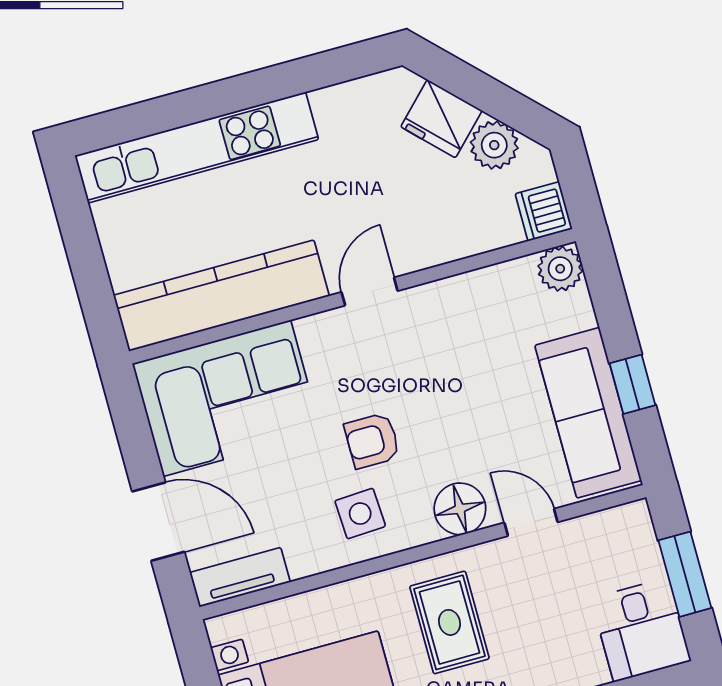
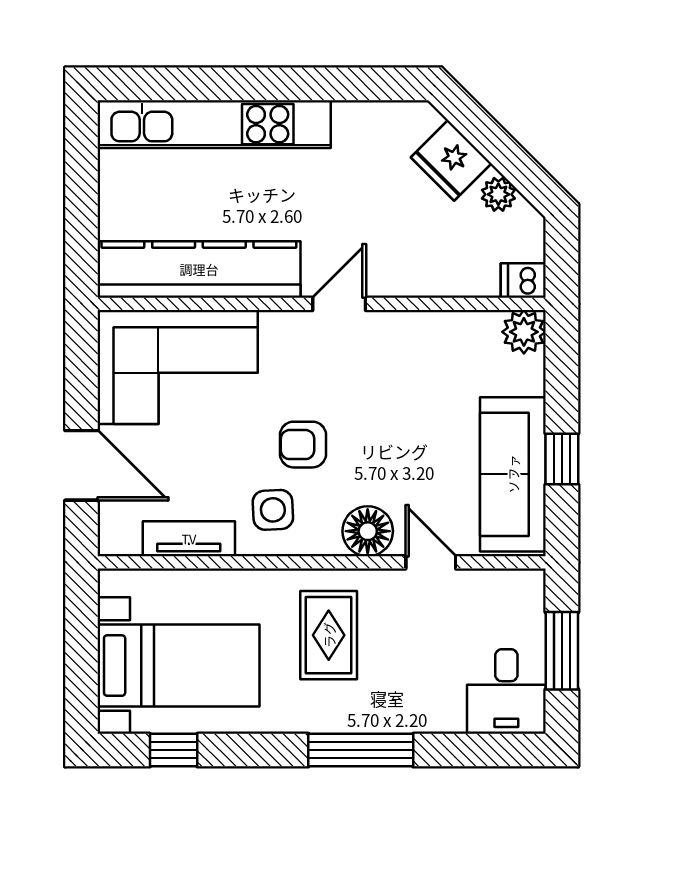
plant: (494, 145) -> (498, 194), width x0.73, depth x0.73
dishwasher: (544, 211) -> (523, 280), width x0.73
tv unit: (240, 577) -> (189, 539), moved

